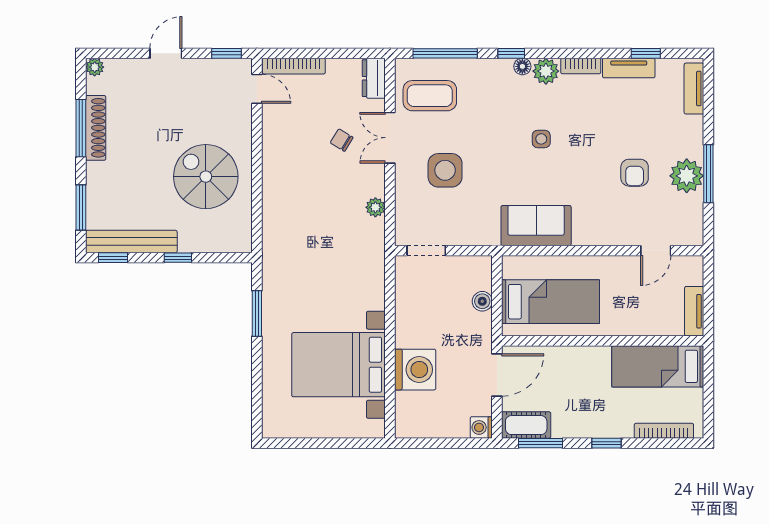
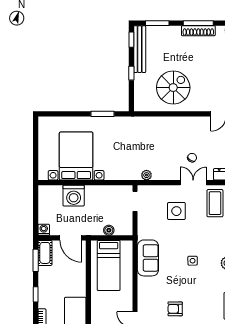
plant: (375, 207) -> (146, 175), moved

